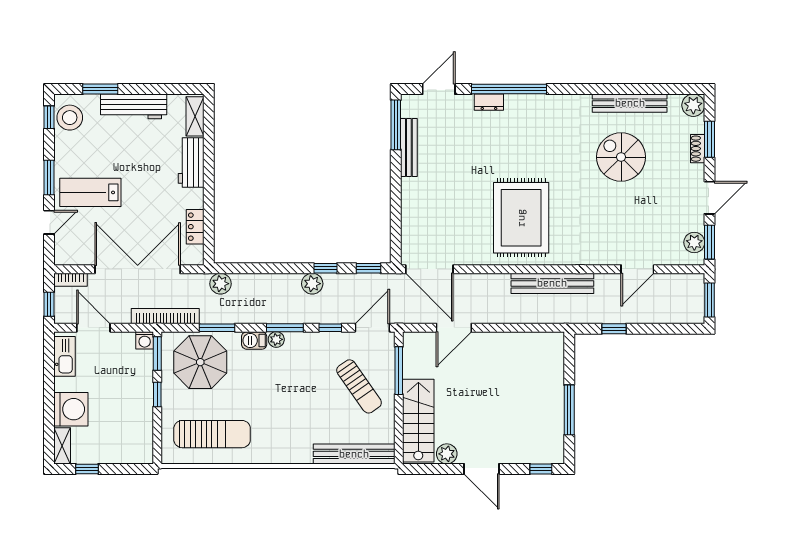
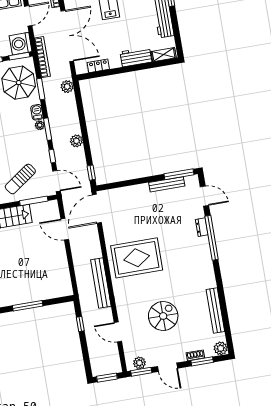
spiral stairs: (621, 157) -> (163, 316), moved
window: (325, 268) -> (87, 147), removed
washing machine: (145, 340) -> (21, 44), width x1.89, depth x1.89

